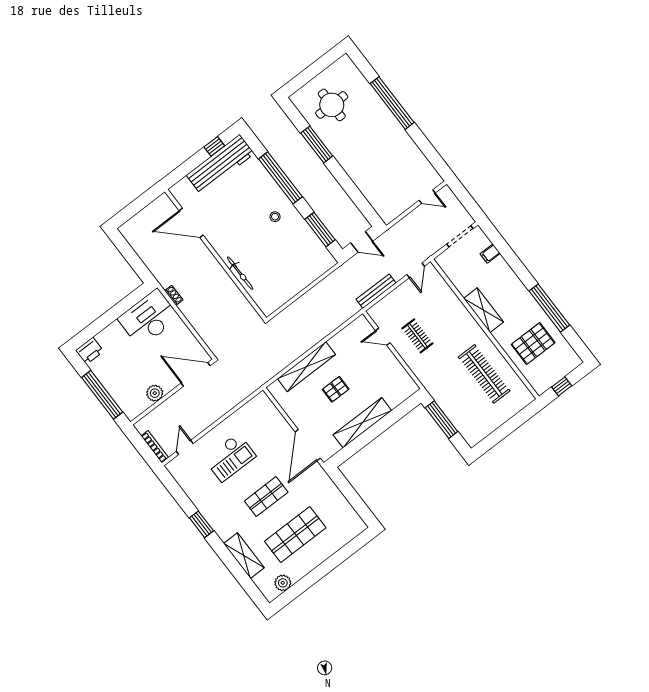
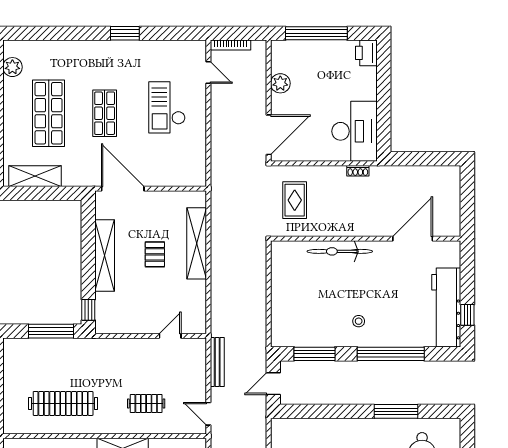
bicycle: (240, 273) -> (340, 251), width x1.37, depth x1.40
rug: (226, 323) -> (295, 200), added
clothes rail: (417, 336) -> (146, 403), moved
window: (408, 406) -> (88, 310), added
shelving: (244, 556) -> (35, 176), moved

